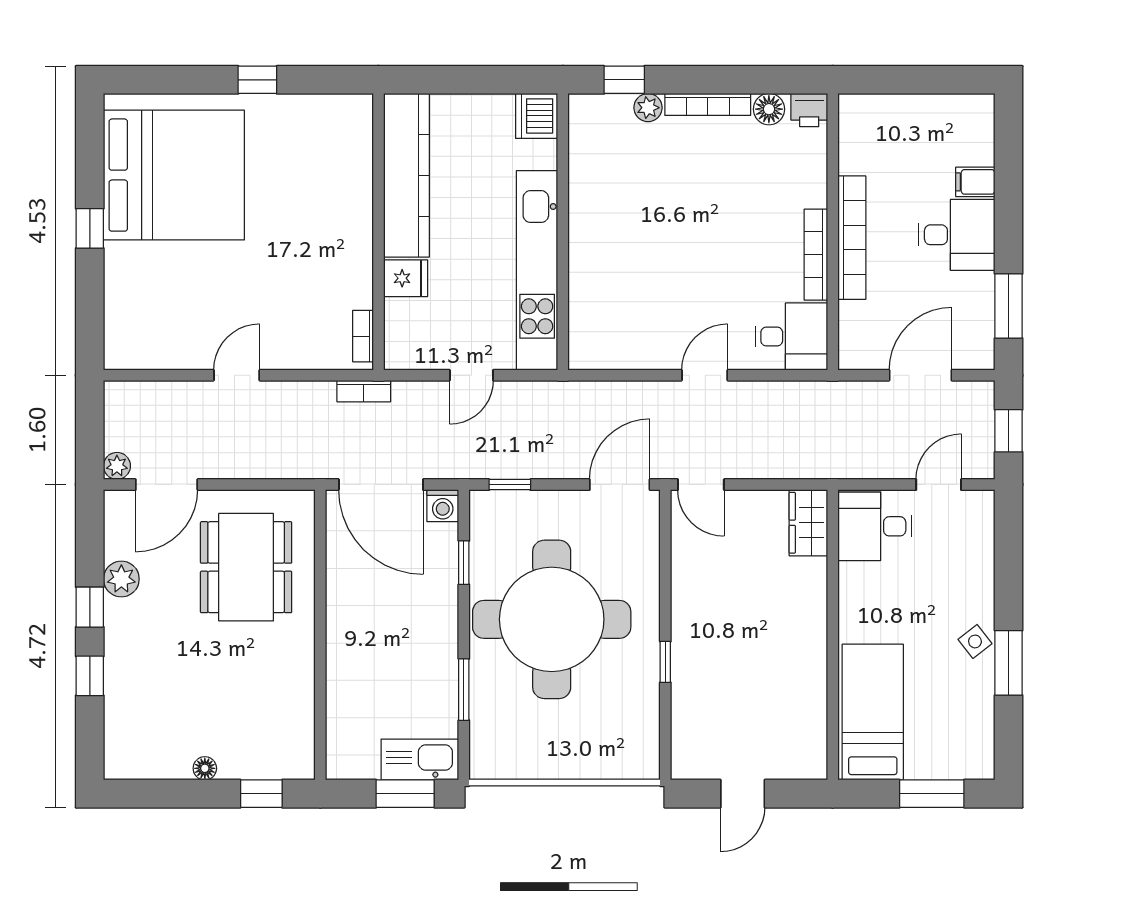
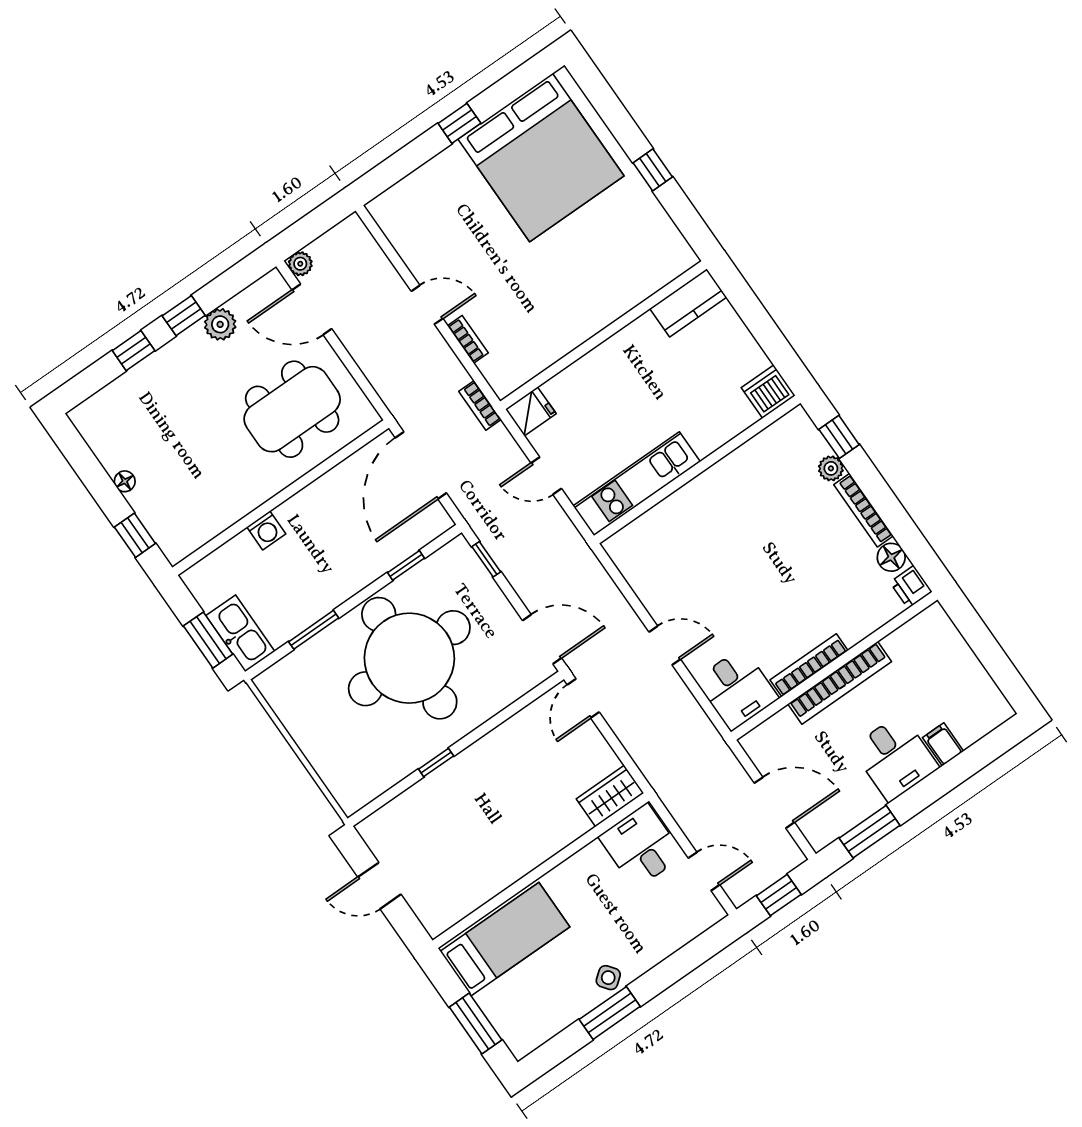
kitchen counter: (406, 175) -> (688, 303), width x0.48, depth x0.86
kitchen unit: (537, 270) -> (637, 484), width x0.73
fridge: (406, 278) -> (531, 411), moved, turned -90
bookcase: (363, 336) -> (468, 339), moved, turned 90
washing machine: (443, 506) -> (266, 530), moved, turned -90

